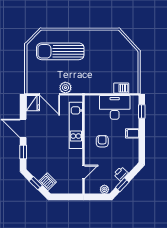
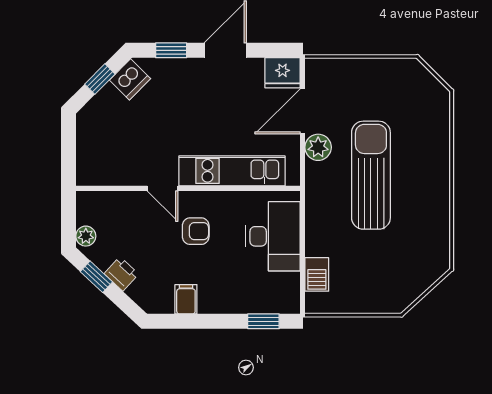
sun lounger: (60, 51) -> (371, 175), moved
desk: (115, 107) -> (273, 236), moved
filing cabinet: (132, 133) -> (186, 299), moved
door: (83, 172) -> (162, 188), moved
dishwasher: (47, 182) -> (130, 79), moved

